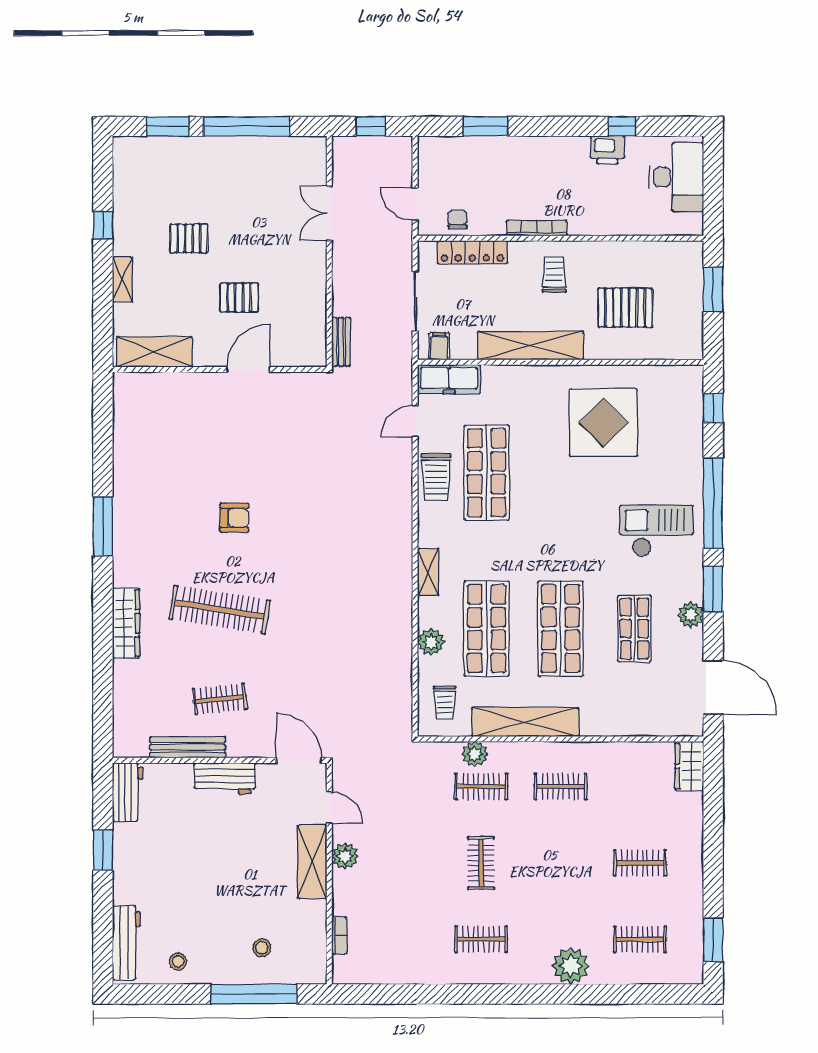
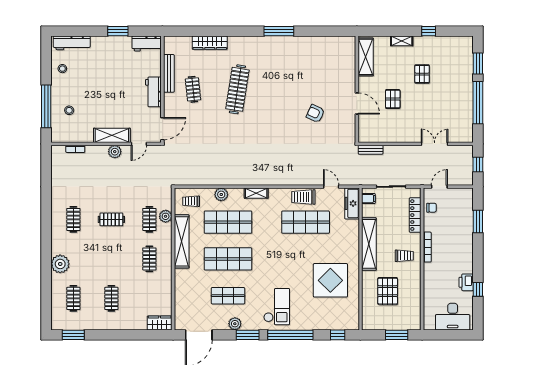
armchair: (234, 518) -> (315, 114), moved, turned 115
wardrobe: (126, 623) -> (210, 43), moved

